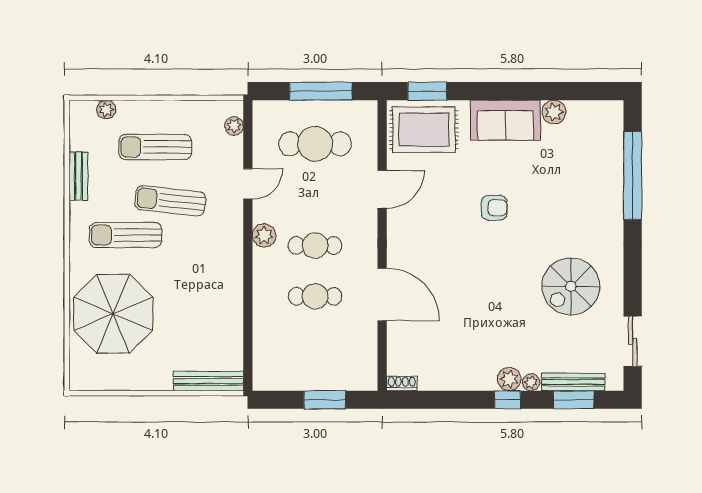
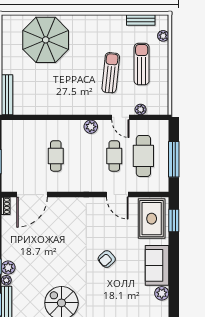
plant: (234, 126) -> (141, 109), moved
bench: (78, 176) -> (141, 20), moved
armchair: (494, 208) -> (107, 259), turned 48
sun lounger: (126, 235) -> (91, 47), removed
cafe table: (315, 245) -> (114, 156), moved
door: (382, 294) -> (32, 195), moved

